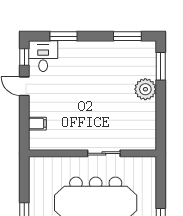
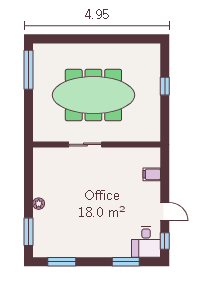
plant: (145, 89) -> (39, 204), width x0.53, depth x0.53

